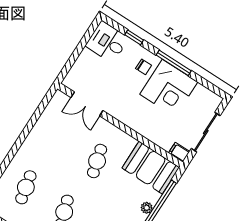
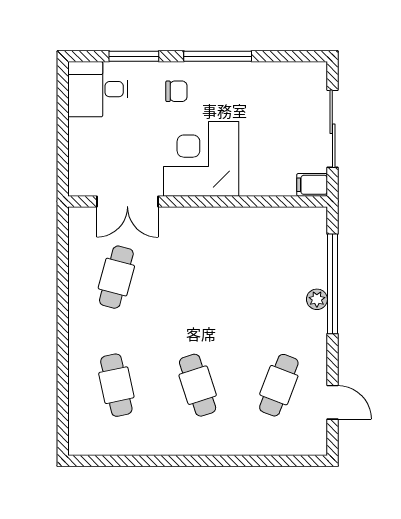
window: (134, 37) -> (134, 56), width x1.50
corner desk: (169, 88) -> (201, 159), moved, turned 180
cafe table: (97, 161) -> (116, 277), moved, turned 30
booth: (151, 168) -> (284, 235), removed

